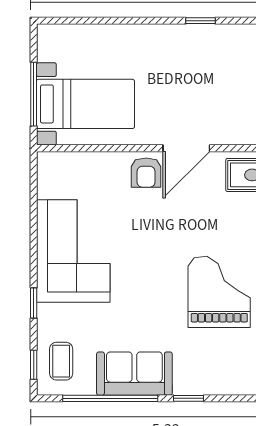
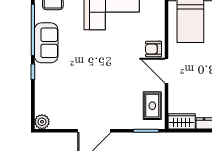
grand piano: (219, 292) -> (90, 88), removed

